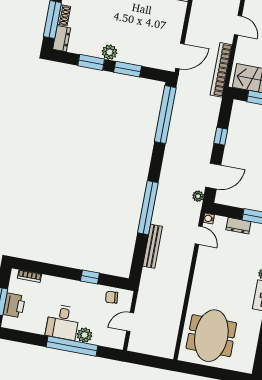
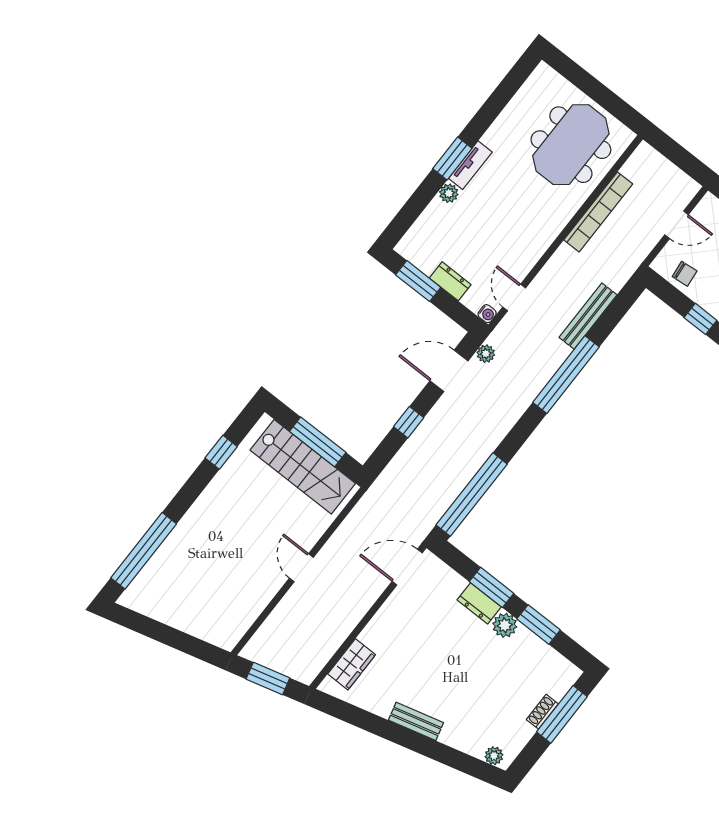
dresser: (62, 39) -> (479, 603), moved, turned -90
bookcase: (221, 70) -> (598, 212), moved

